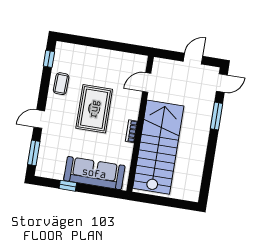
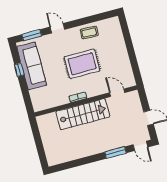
window: (49, 59) -> (103, 16), removed
stairs: (158, 147) -> (83, 114), width x0.73, depth x0.66
sofa: (94, 173) -> (32, 66), moved

